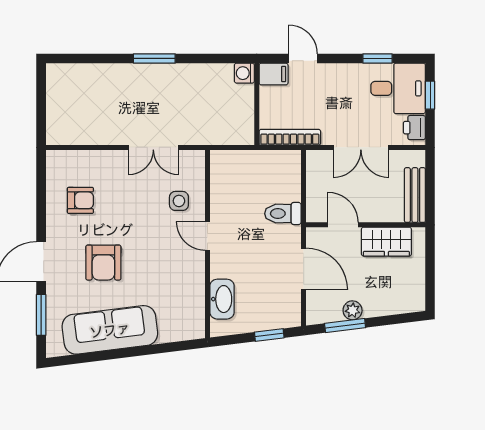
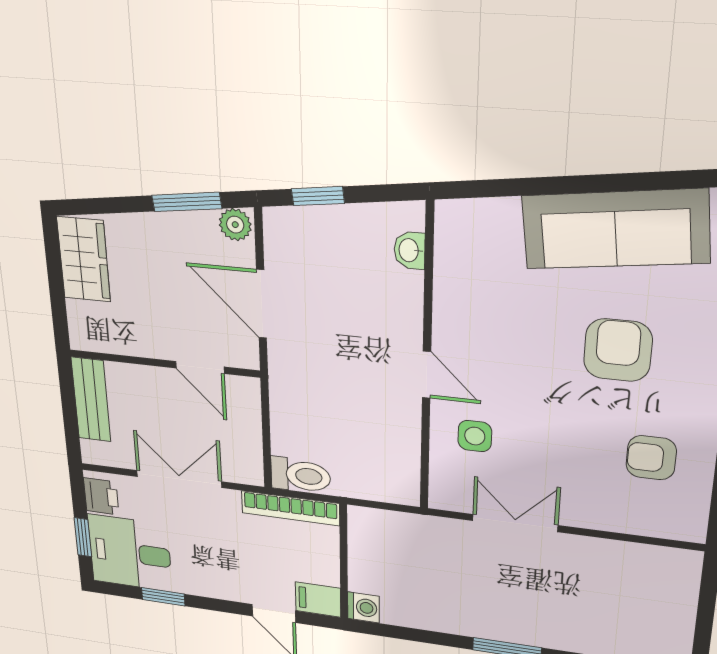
toilet: (283, 214) -> (301, 475), moved
wardrobe: (386, 242) -> (84, 259), moved, turned 90
washbasin: (222, 299) -> (410, 250), width x0.52, depth x0.69
plant: (353, 310) -> (235, 225), moved

